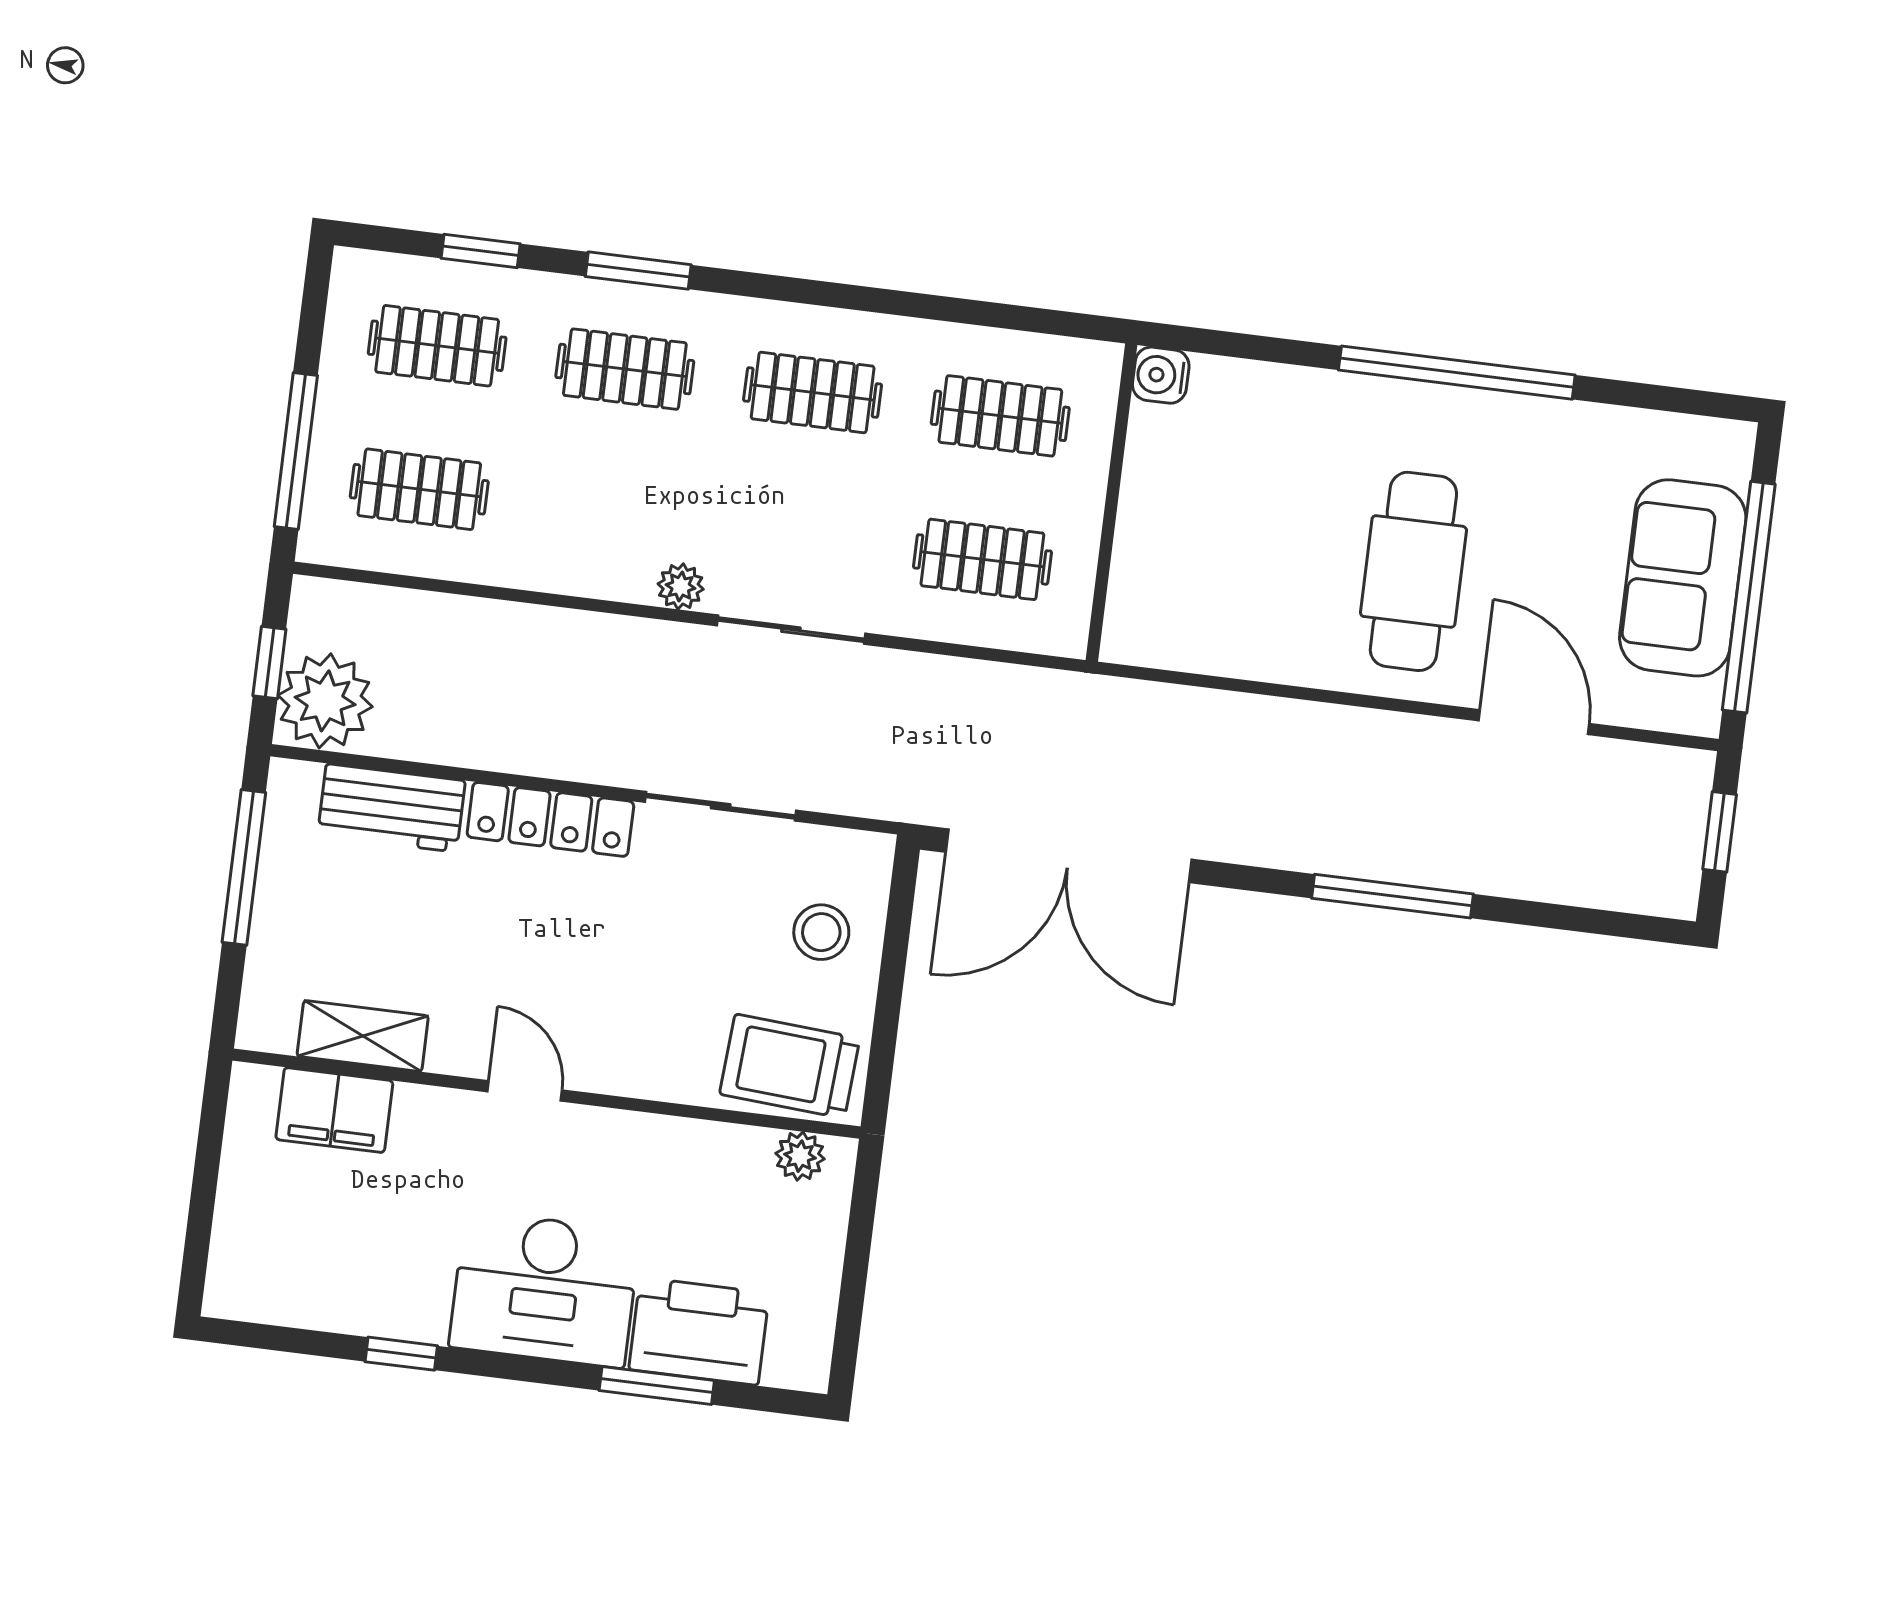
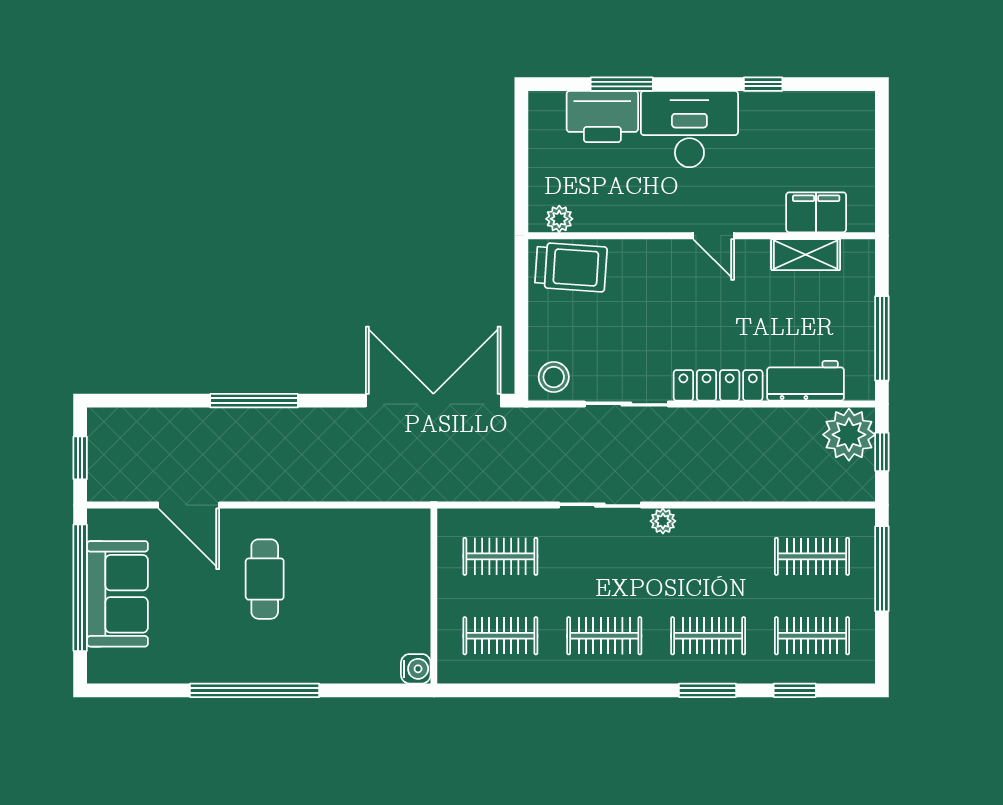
cafe table: (1413, 571) -> (265, 579), width x0.73, depth x0.74
stool: (821, 932) -> (554, 377), moved

